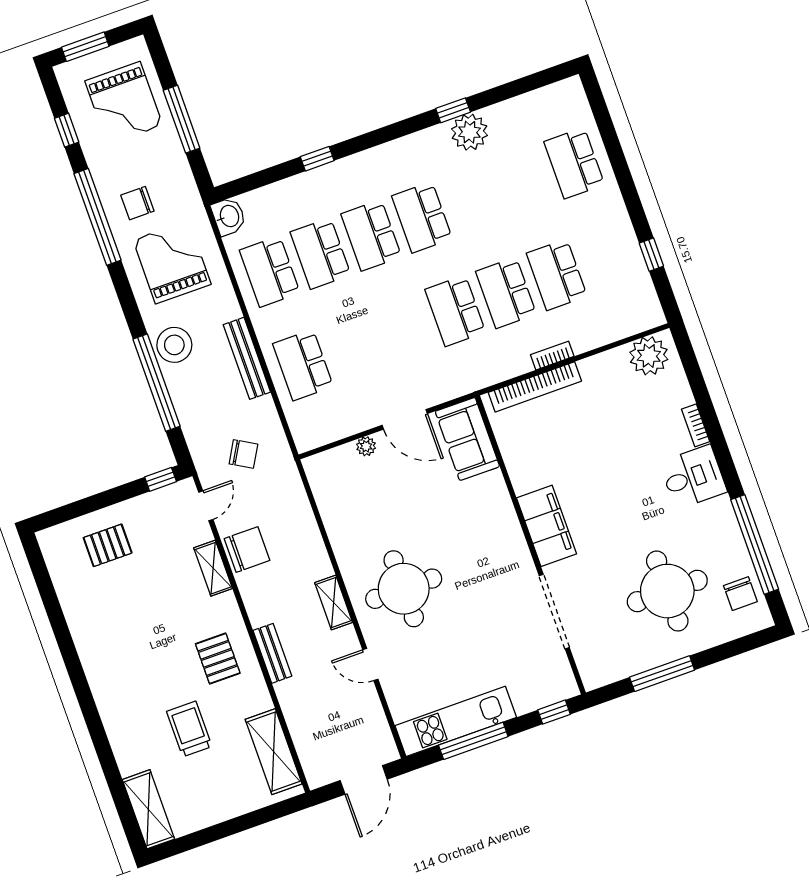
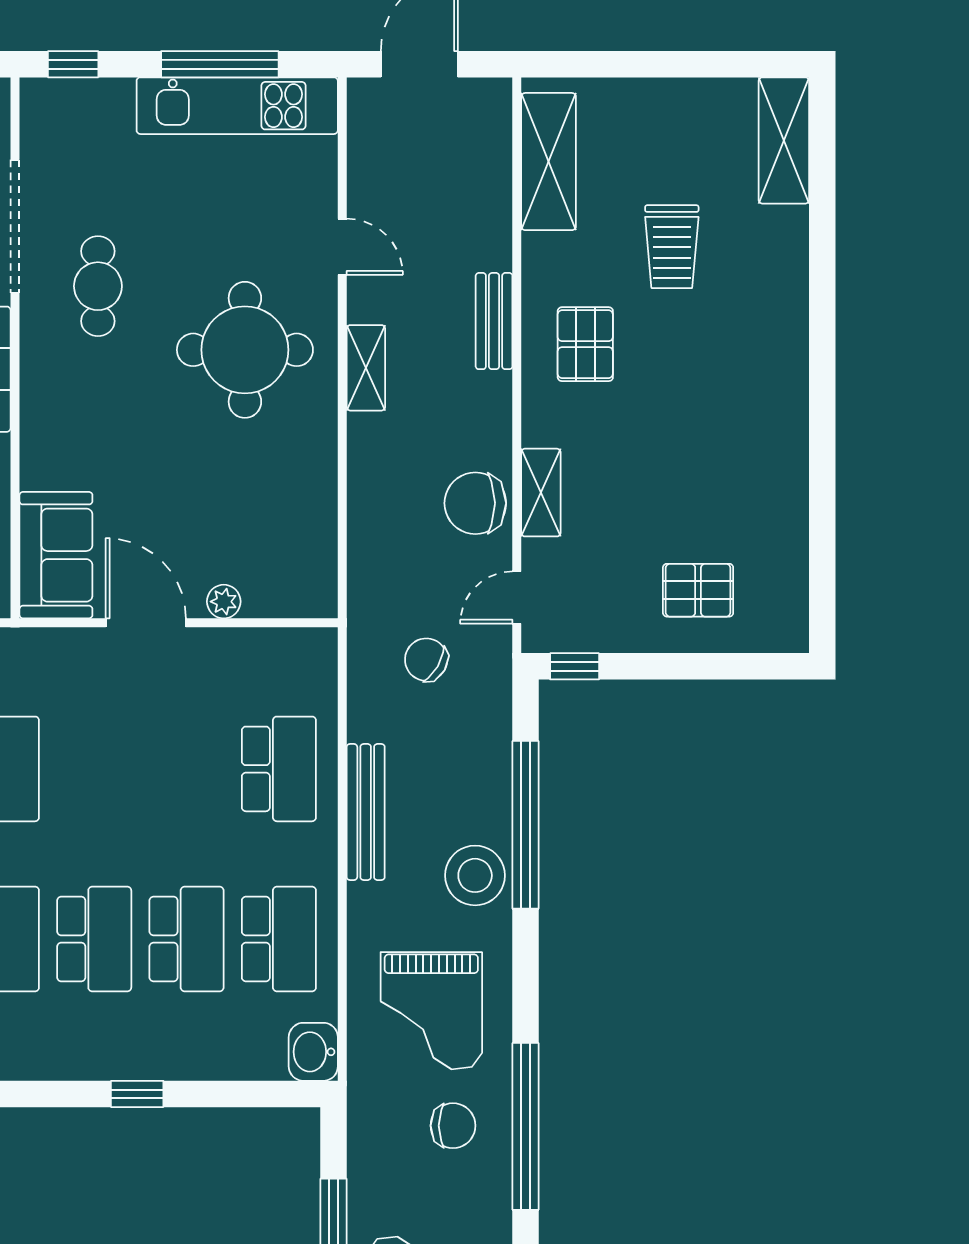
cafe table: (497, 595) -> (98, 286), added

